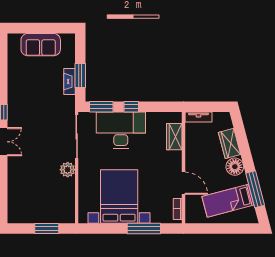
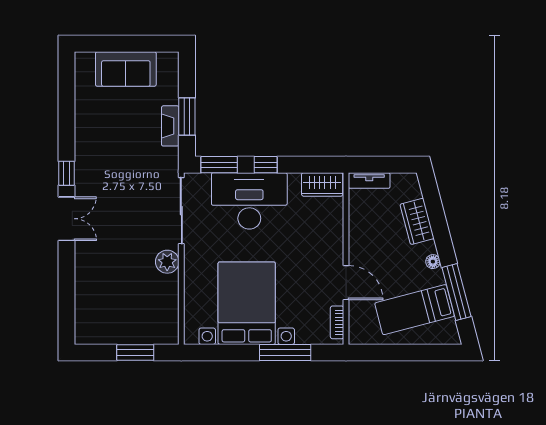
wardrobe: (174, 137) -> (322, 184), moved, turned -90
floor lamp: (235, 167) -> (433, 262), width x0.53, depth x0.53

